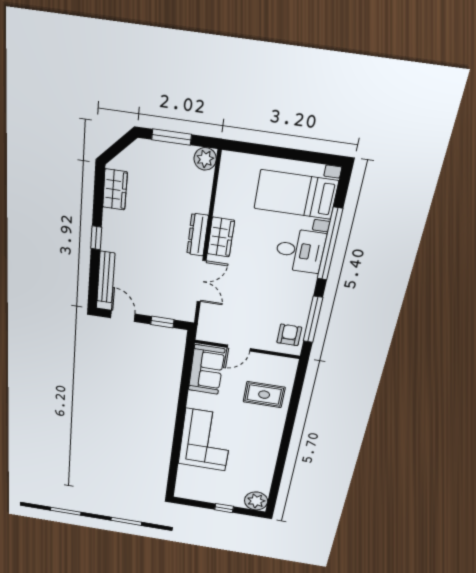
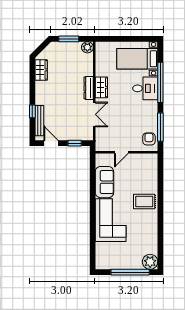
window: (96, 238) -> (32, 111), moved
sofa: (206, 370) -> (104, 182), moved
rug: (264, 395) -> (144, 202), moved
window: (224, 508) -> (130, 272), width x3.17

